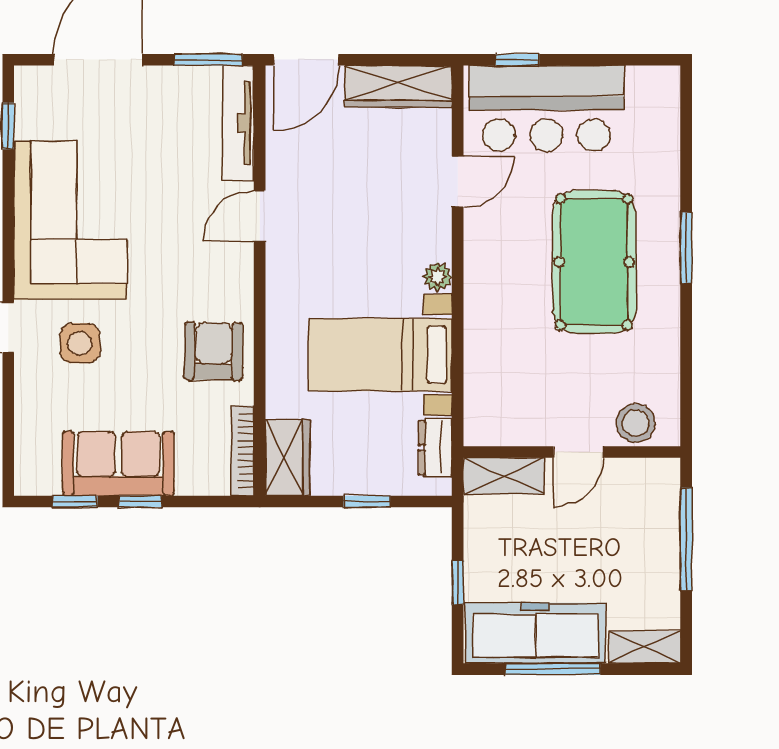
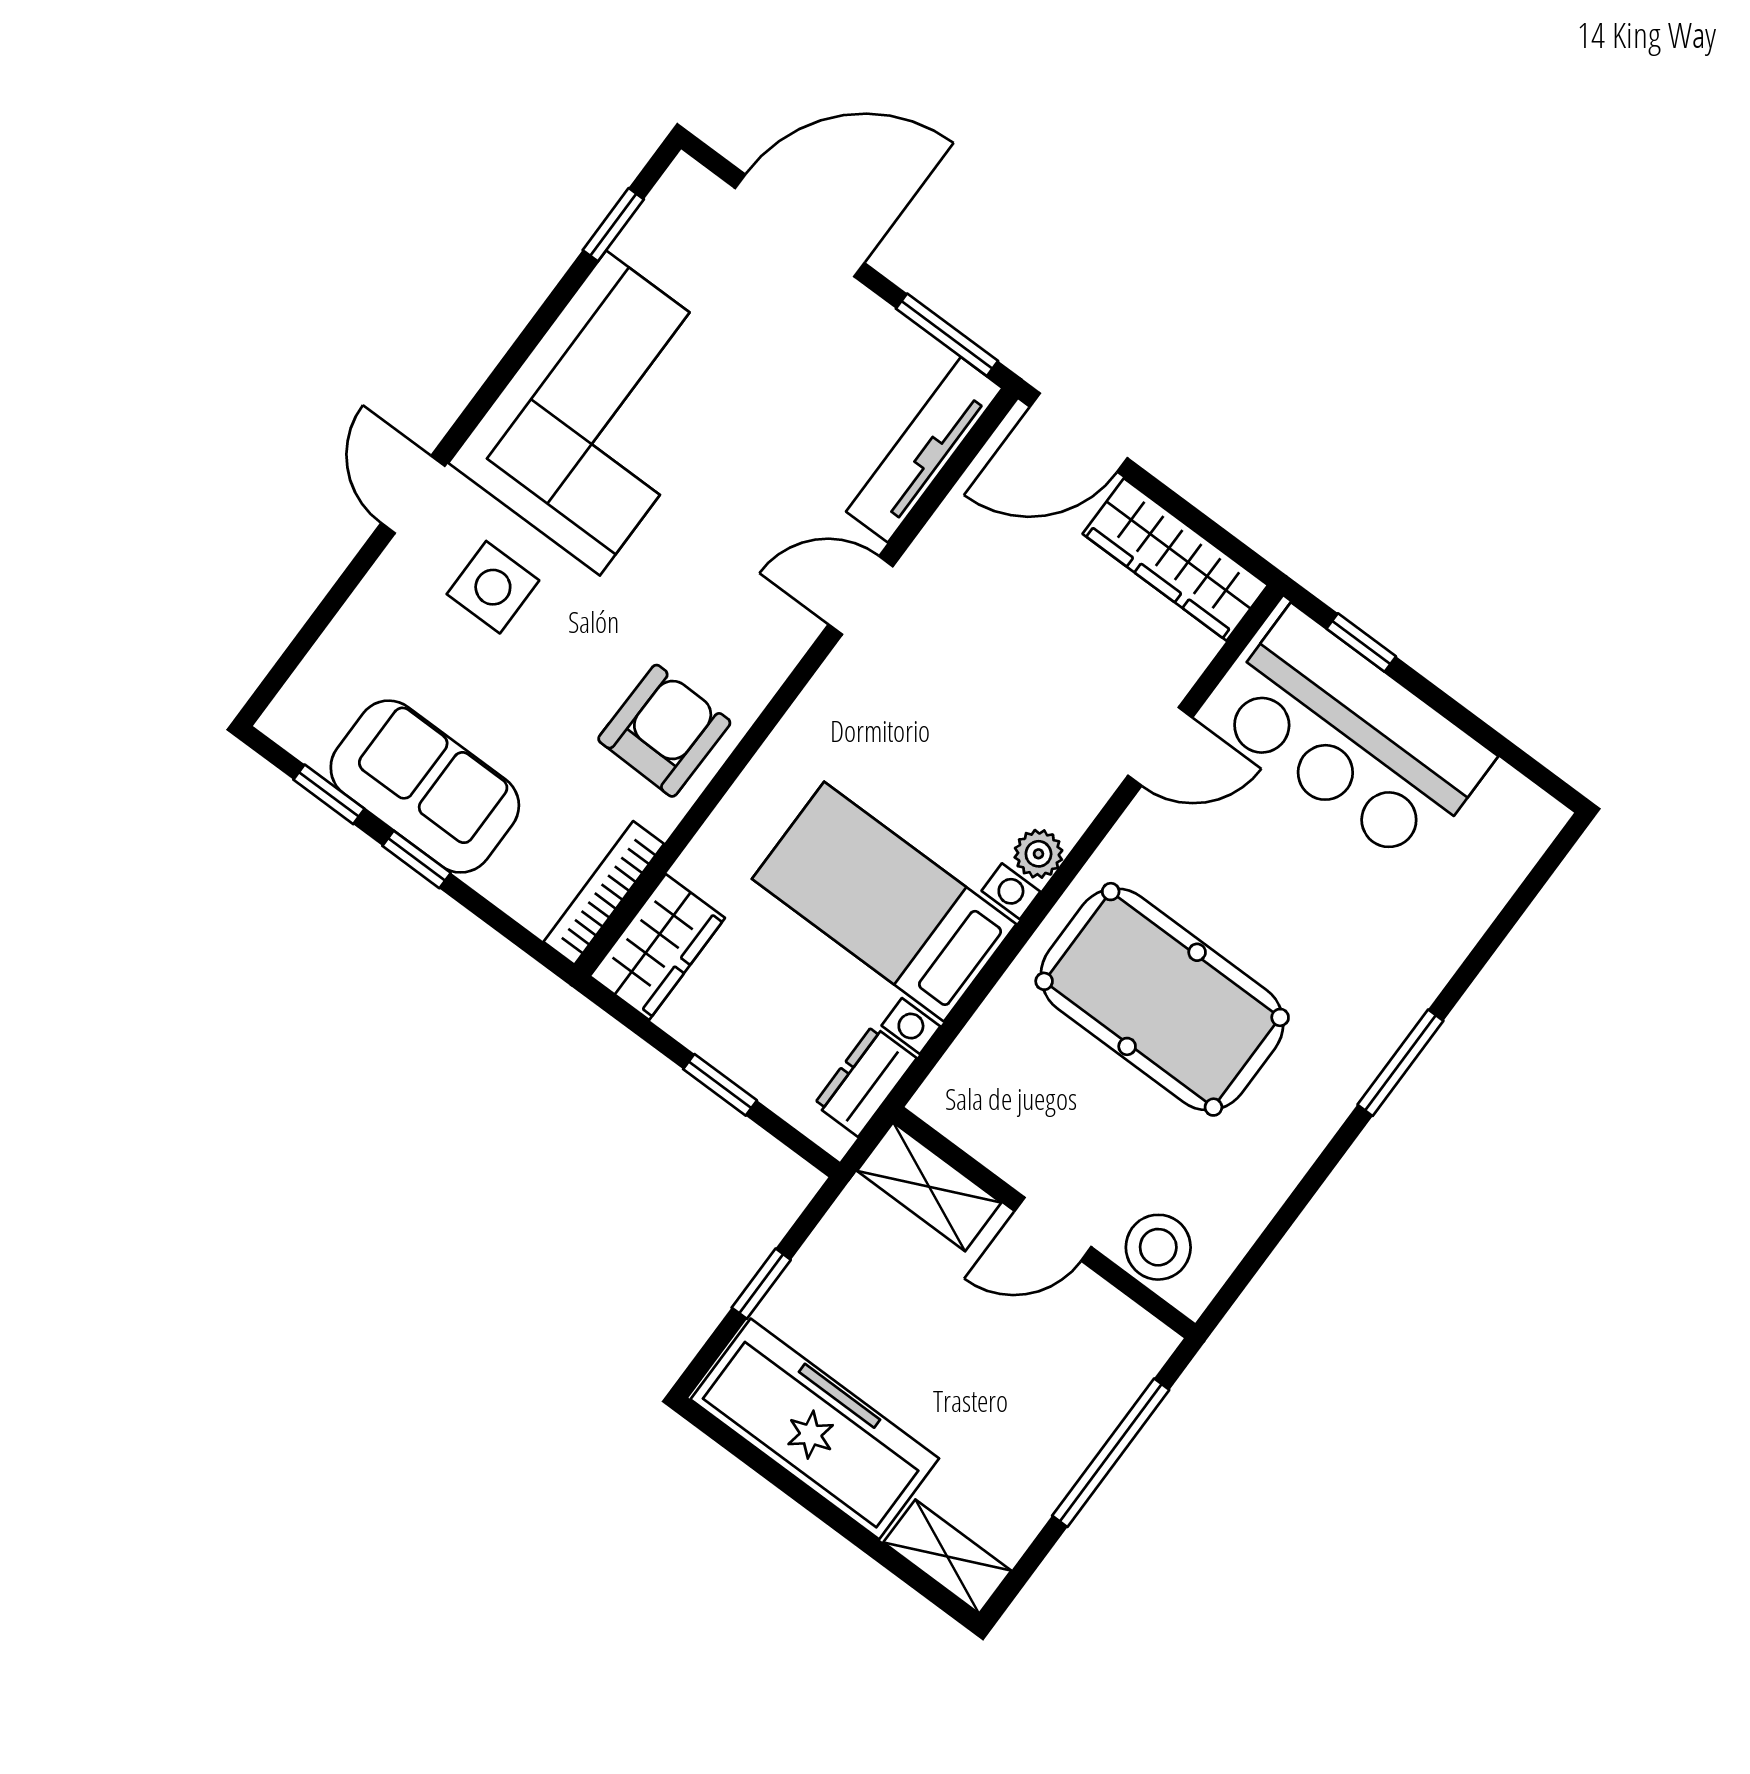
pool table: (594, 262) -> (1162, 999), moved, turned 90
window: (553, 669) -> (802, 1494), removed

